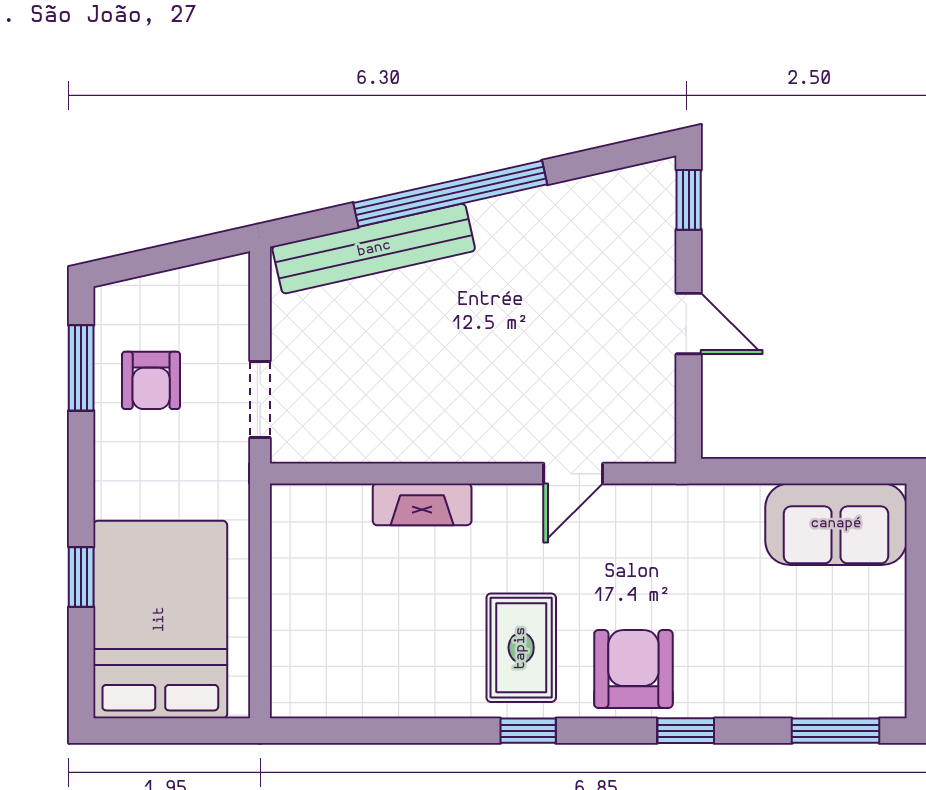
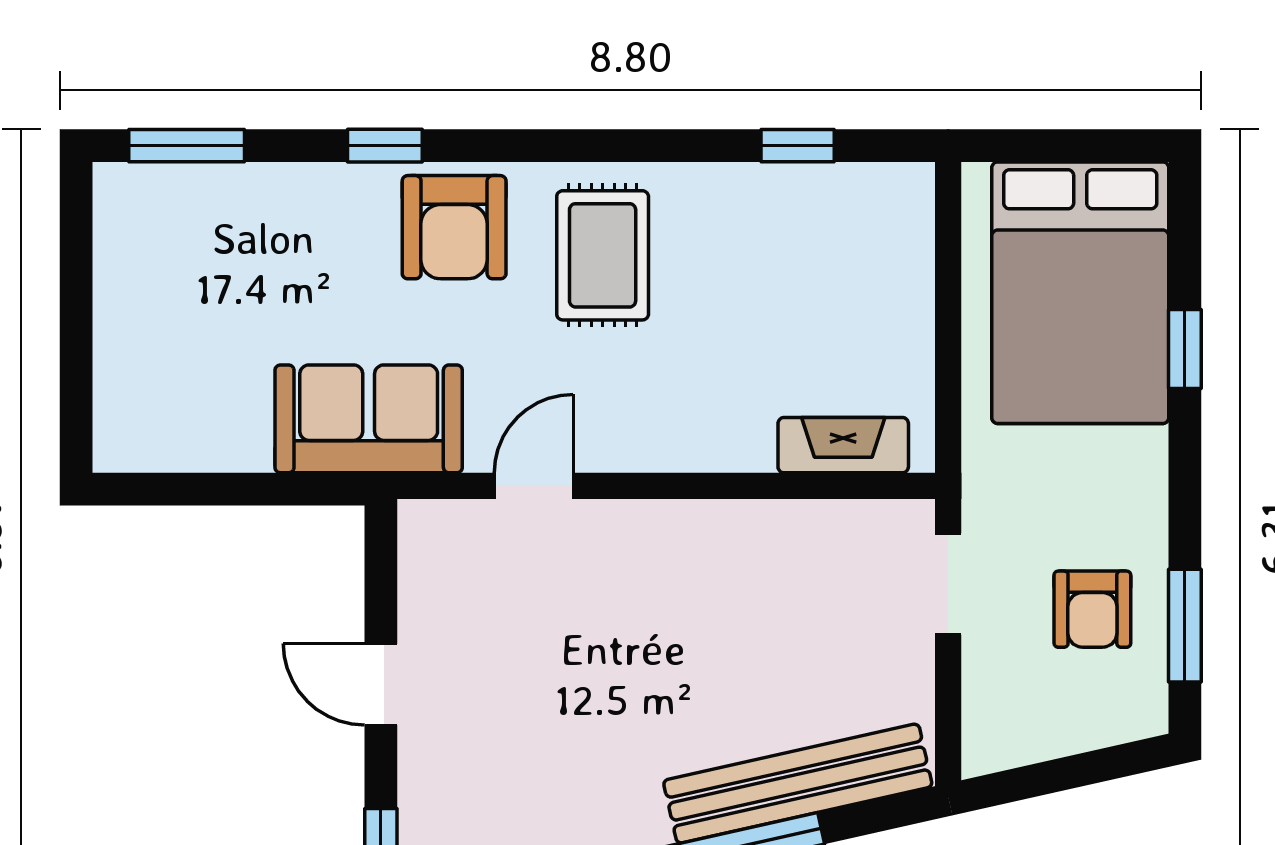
armchair: (151, 380) -> (1092, 609), turned 180
fireplace: (422, 504) -> (843, 445), moved
sofa: (836, 524) -> (369, 419), moved
window: (528, 731) -> (798, 146), moved

